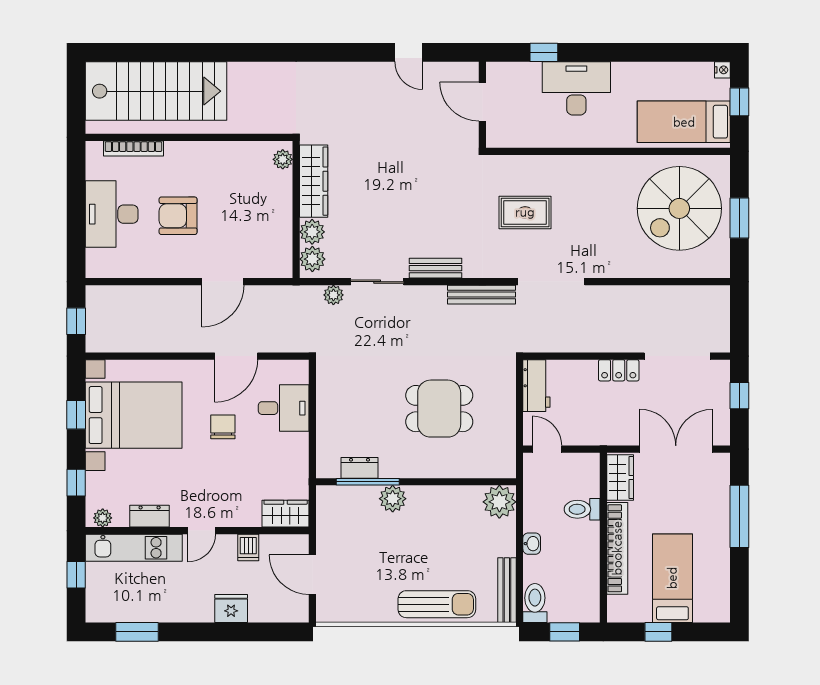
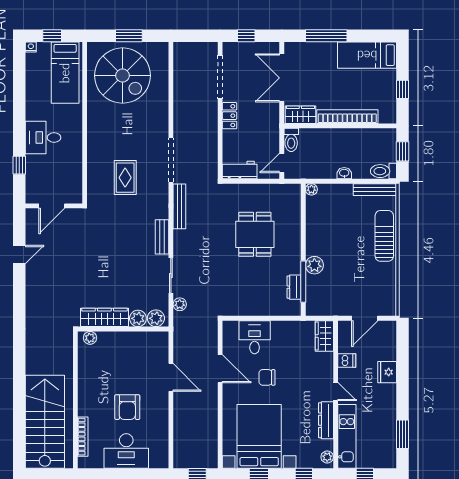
desk: (576, 88) -> (43, 138), width x0.73
plant: (499, 502) -> (311, 189), width x0.53, depth x0.53
toilet: (582, 509) -> (291, 140), moved
dresser: (150, 516) -> (326, 420), width x1.44
bed: (672, 578) -> (367, 55), moved

